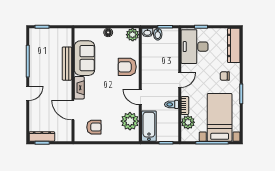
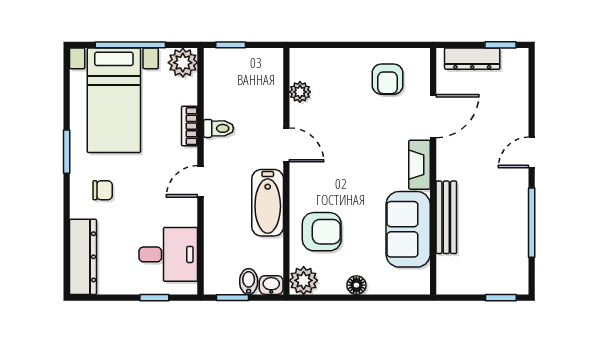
desk: (195, 47) -> (168, 254), width x0.73
armchair: (127, 67) -> (322, 232), moved
door: (73, 110) -> (433, 116), hinge flipped
plant: (130, 121) -> (300, 92), width x0.53, depth x0.53
plant: (188, 122) -> (183, 63), moved
bathtub: (149, 126) -> (268, 203), moved
armchair: (94, 127) -> (387, 79), turned -90
dresser: (42, 136) -> (472, 59), moved

